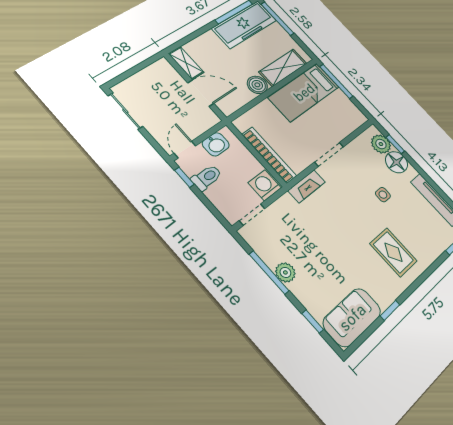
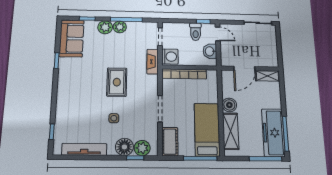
cot: (350, 121) -> (170, 142), added
fireplace: (307, 186) -> (153, 62), moved
rug: (393, 252) -> (117, 82), moved, turned 90
plant: (302, 290) -> (105, 27), added

